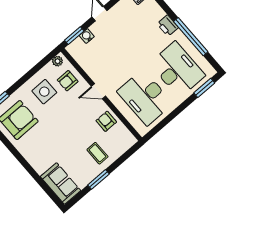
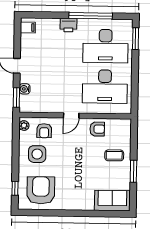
desk: (177, 69) -> (106, 46), turned 180
armchair: (106, 121) -> (97, 129), turned 180

